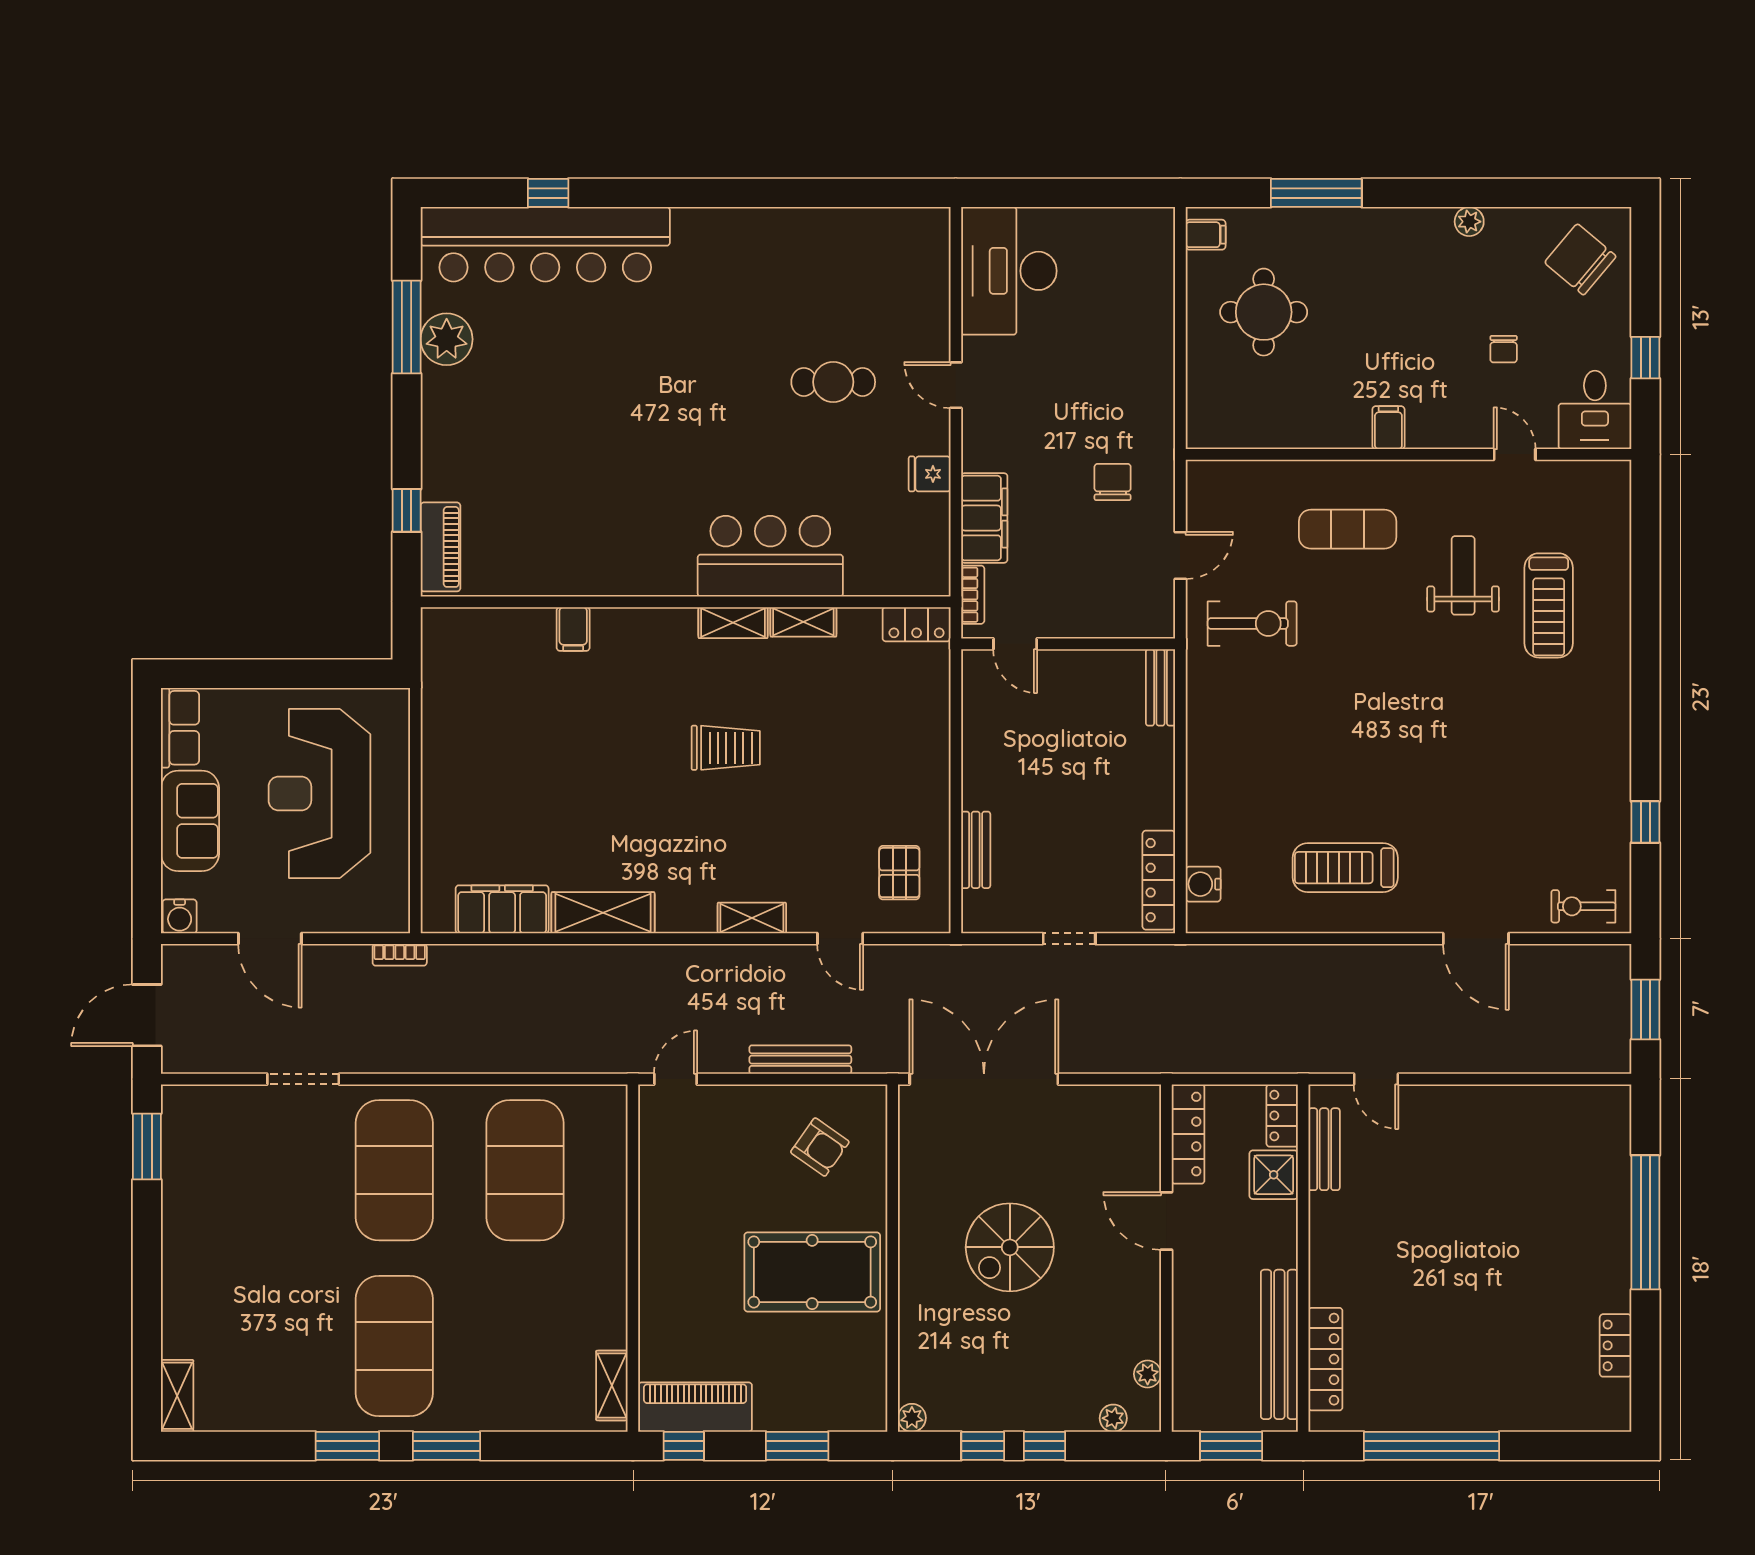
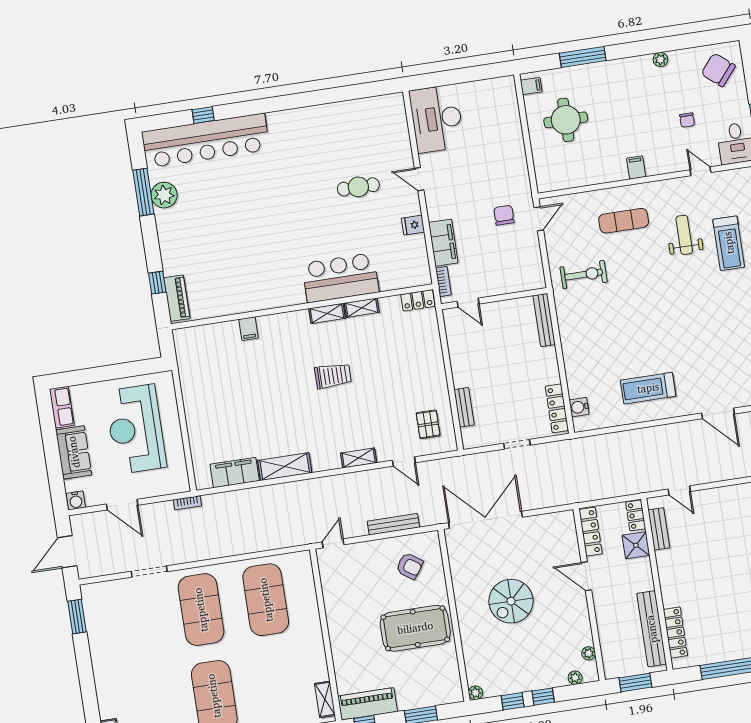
door: (1180, 555) -> (539, 219), moved
bench: (1161, 687) -> (544, 320), width x1.36

